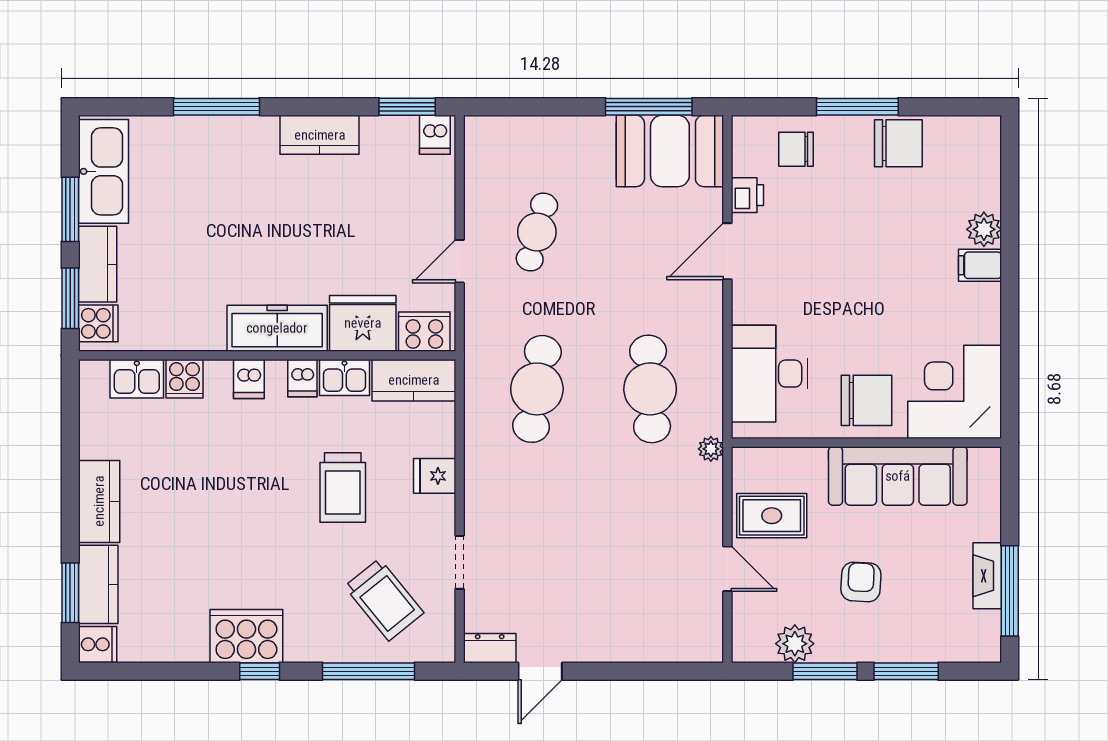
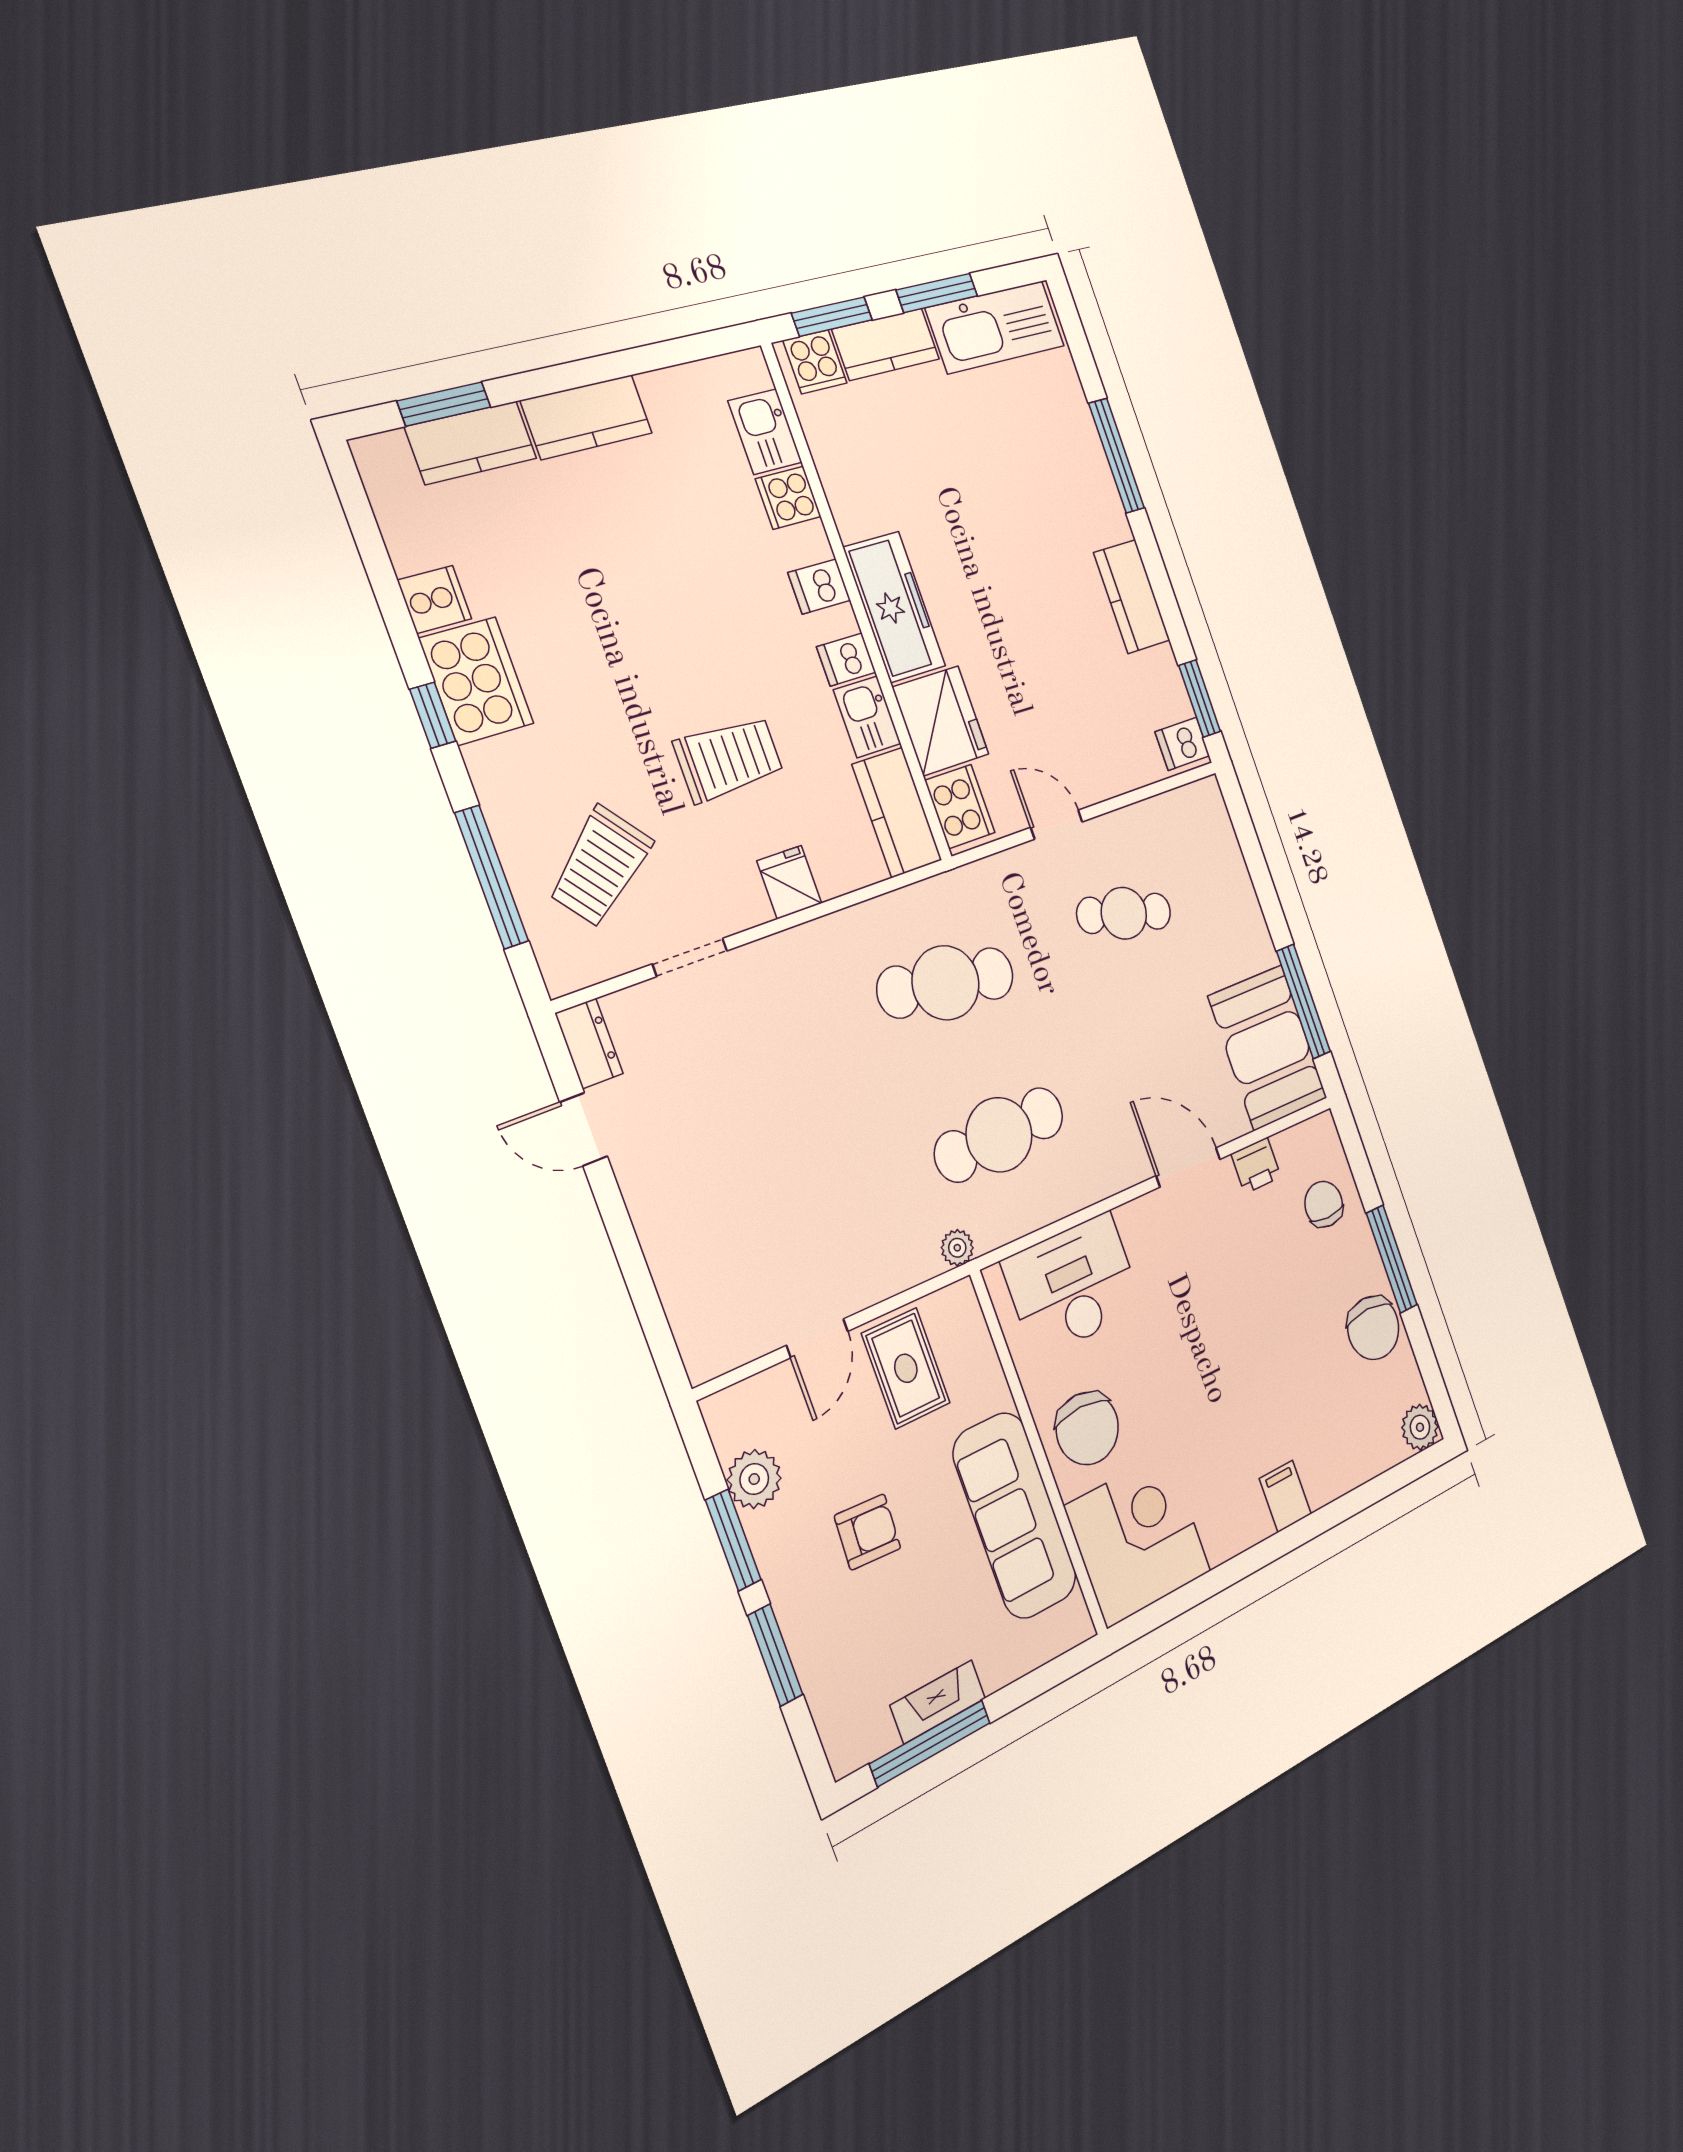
plant: (984, 229) -> (1420, 1427), moved
trolley: (343, 488) -> (729, 759), turned 180
cooker: (98, 644) -> (435, 600), moved, turned -90

